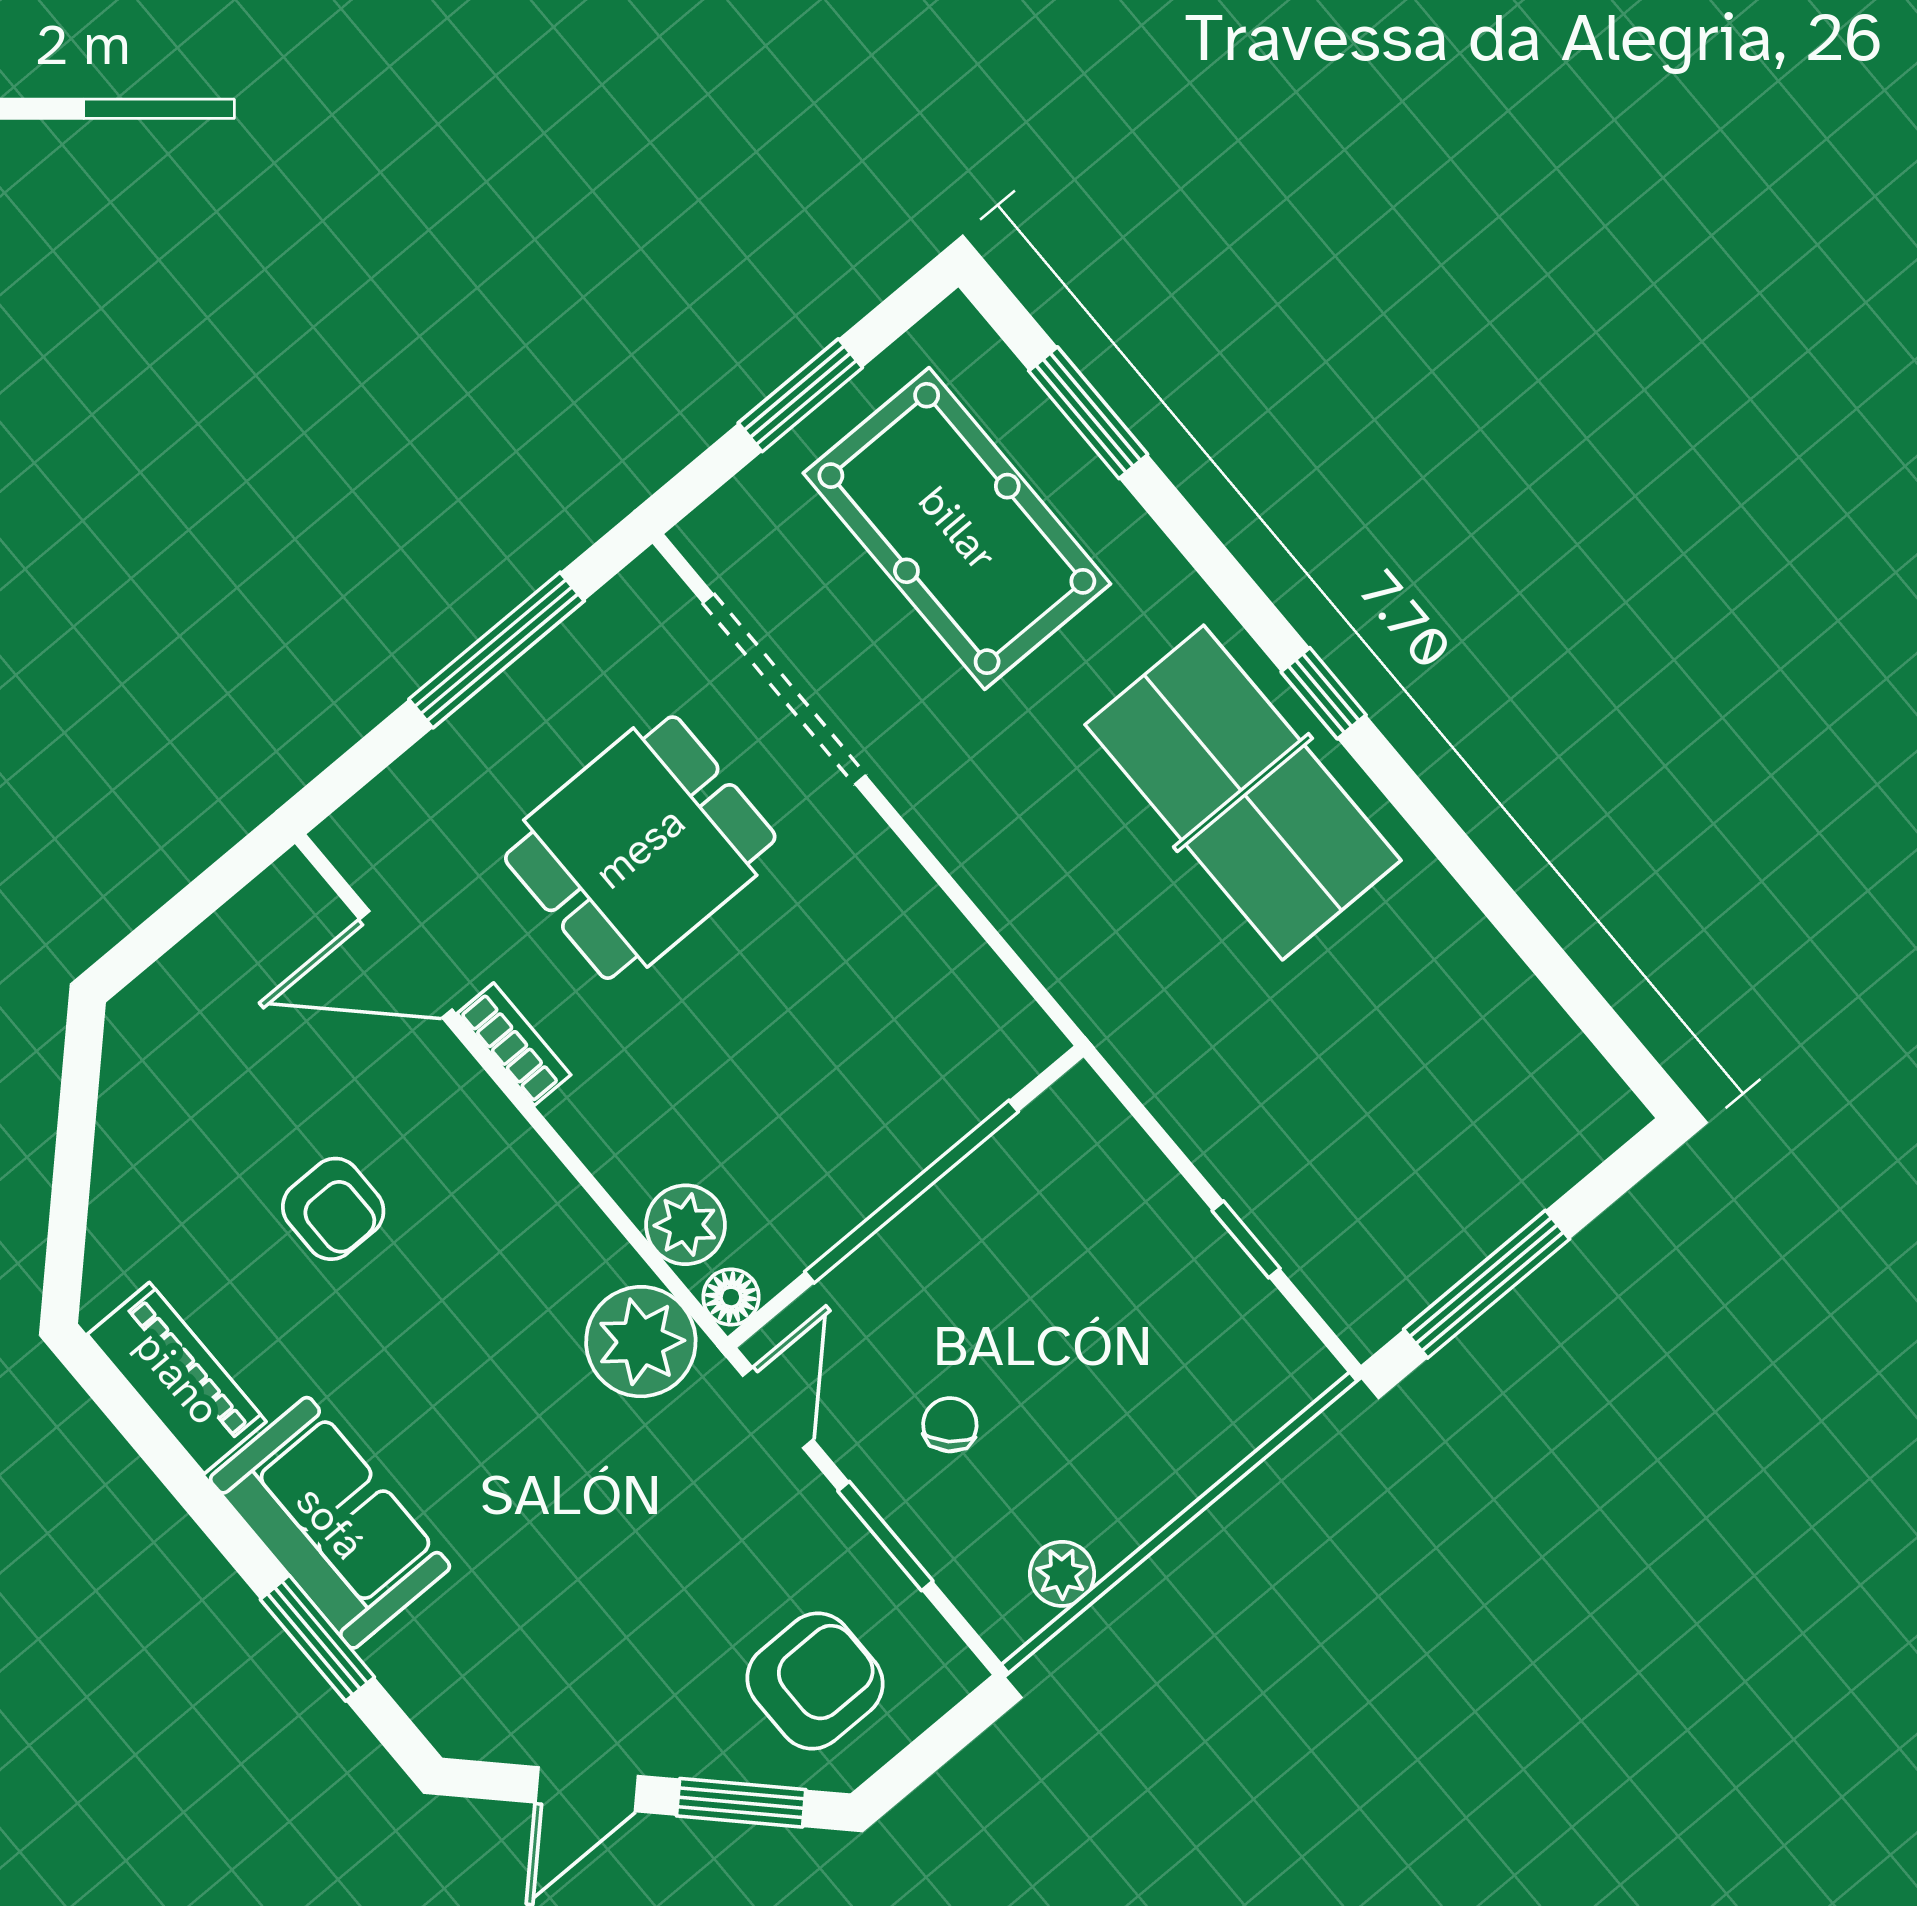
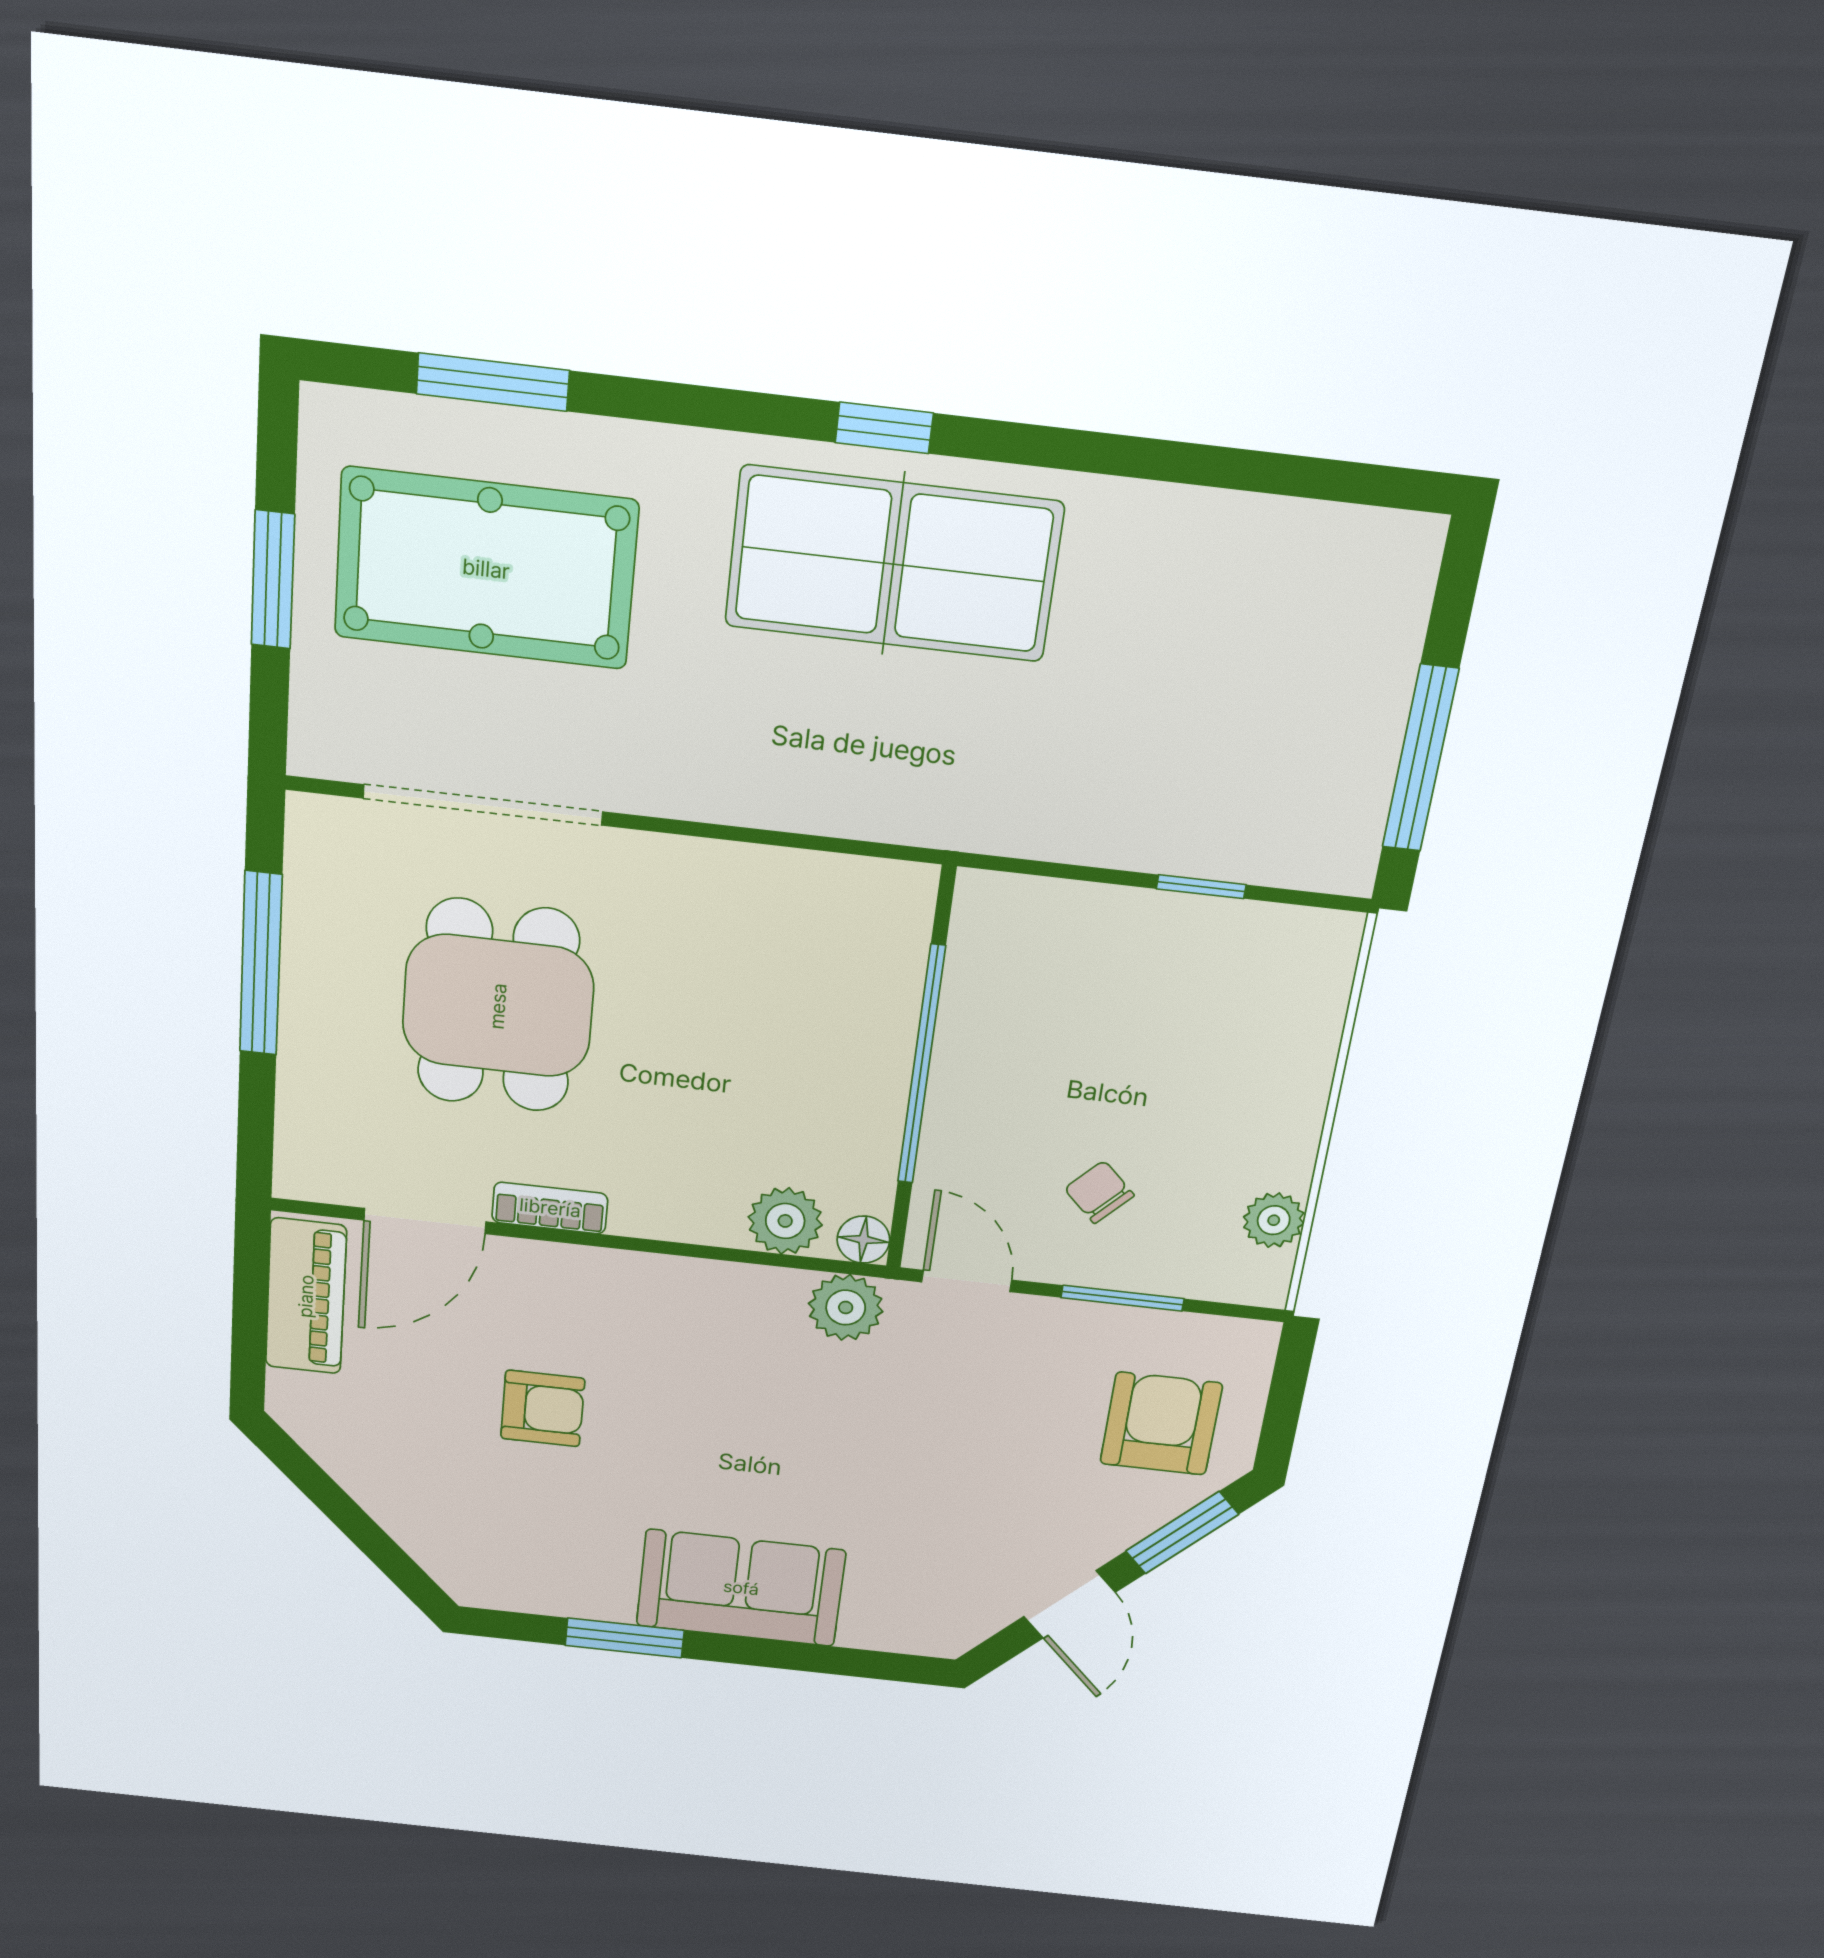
plant: (641, 1342) -> (846, 1307), width x0.73, depth x0.73
piano: (177, 1378) -> (306, 1296), moved, turned 90
window: (317, 1638) -> (625, 1638), moved

